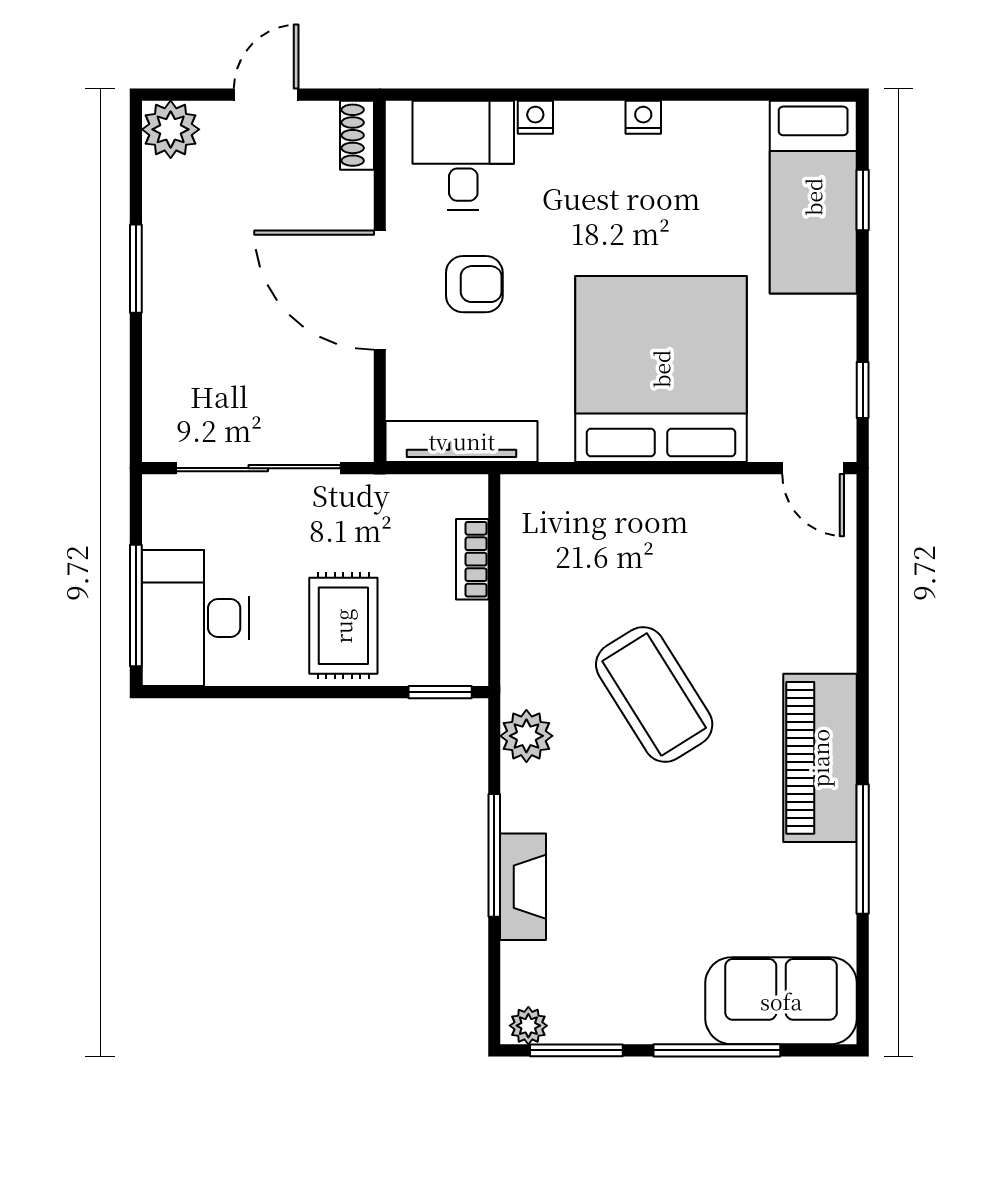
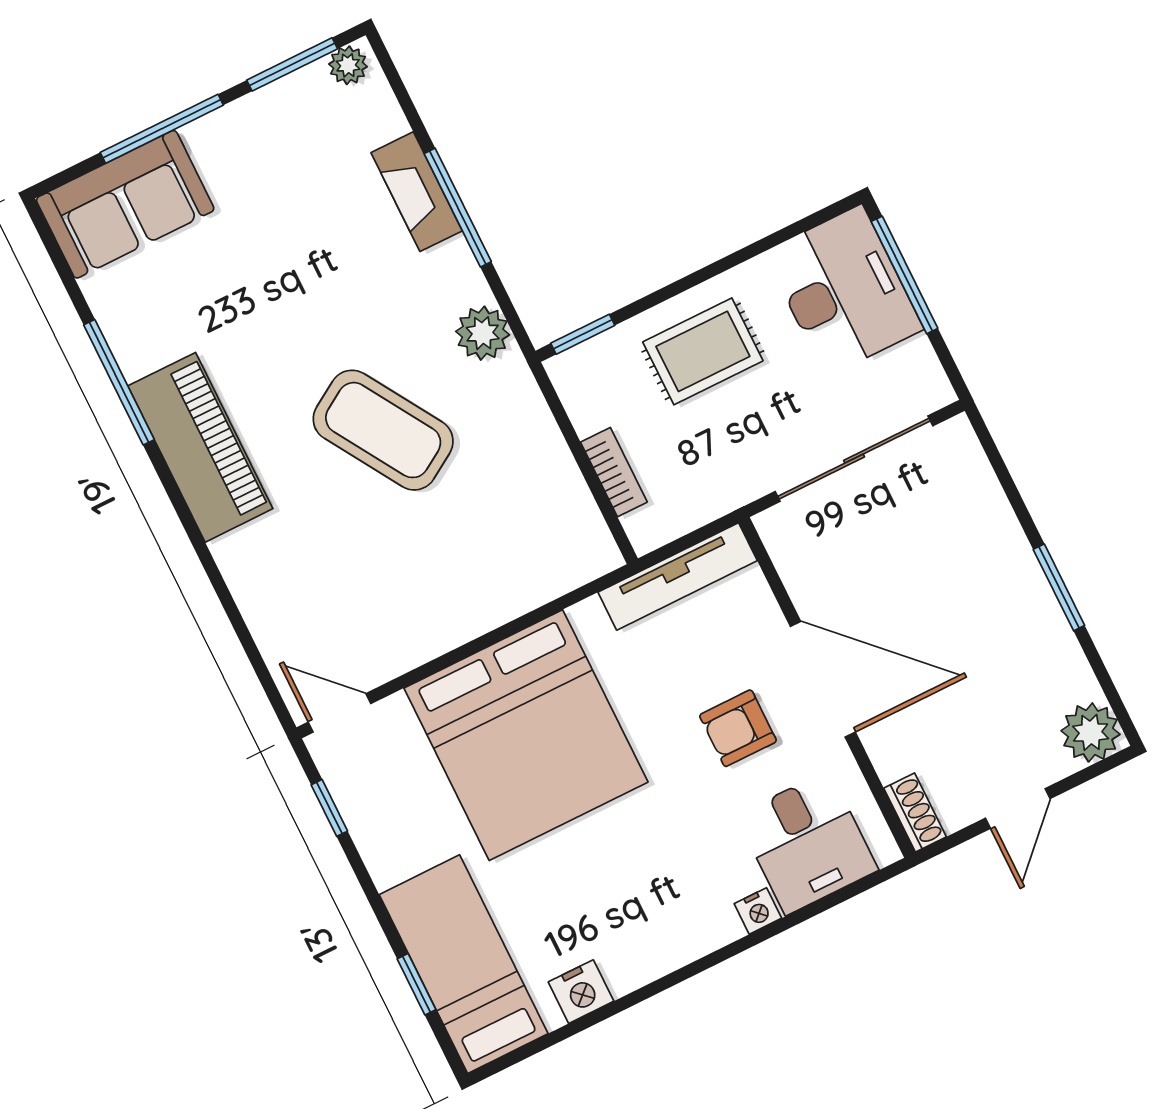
nightstand: (643, 117) -> (581, 992), moved, width x1.39, depth x1.35
rug: (343, 626) -> (703, 351), turned 90

